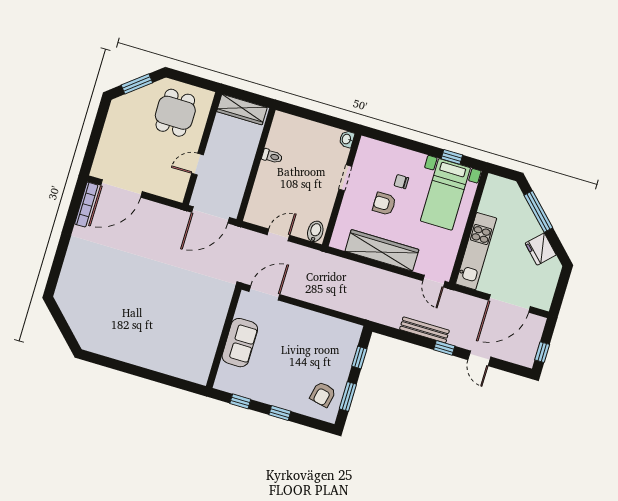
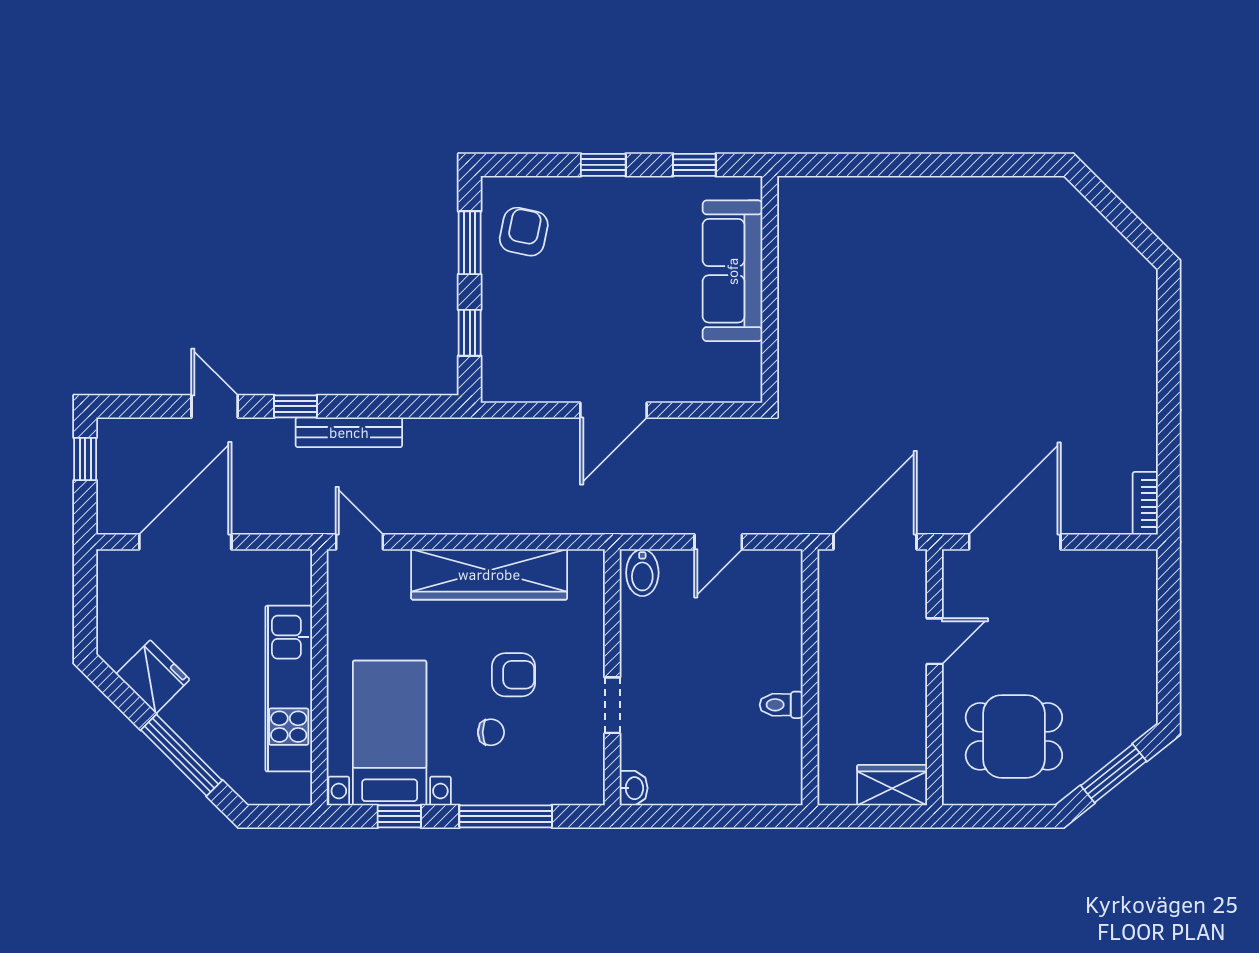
wardrobe: (242, 109) -> (892, 785), width x0.67
dining table: (175, 113) -> (1014, 736), turned 90
window: (406, 143) -> (506, 816), added
door: (121, 188) -> (1015, 542), moved
bookcase: (86, 205) -> (1145, 503), width x0.64
kitchen unit: (476, 251) -> (289, 689), moved
door: (264, 293) -> (614, 410), moved
sofa: (240, 343) -> (732, 271), width x1.36

